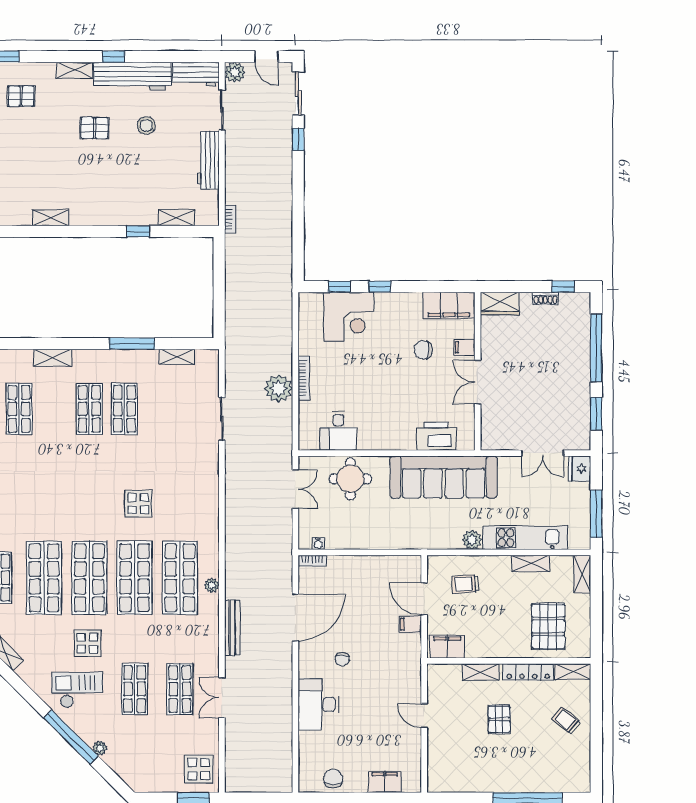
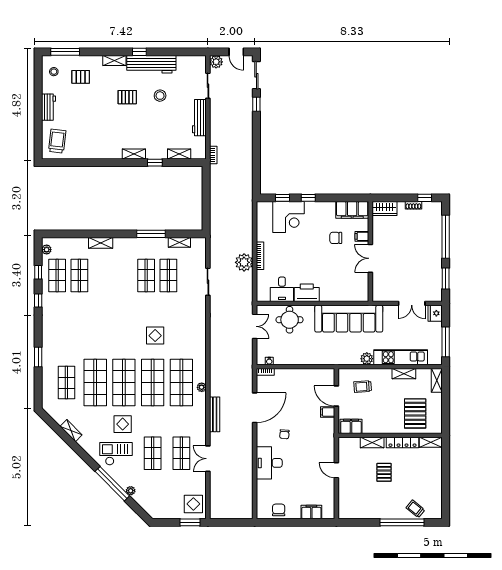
workbench: (196, 74) -> (192, 63), removed
shelving: (51, 218) -> (134, 154), moved
shop shelf: (89, 409) -> (168, 275), moved
printer: (436, 436) -> (307, 293), moved
trolley: (566, 721) -> (415, 509), moved

